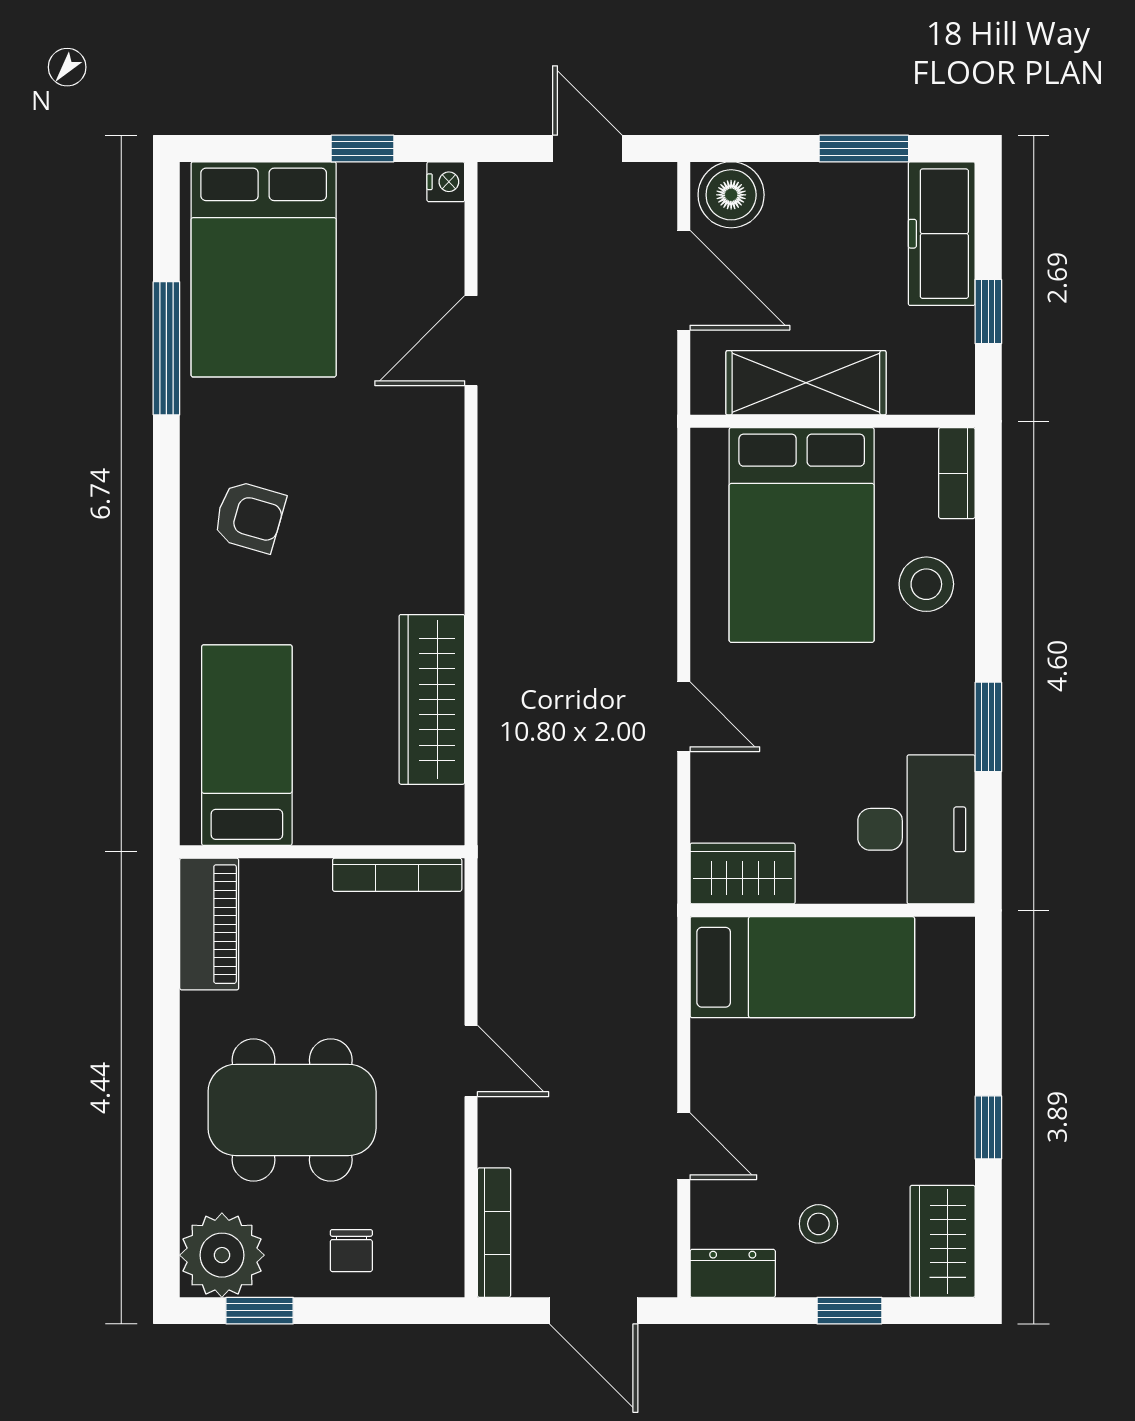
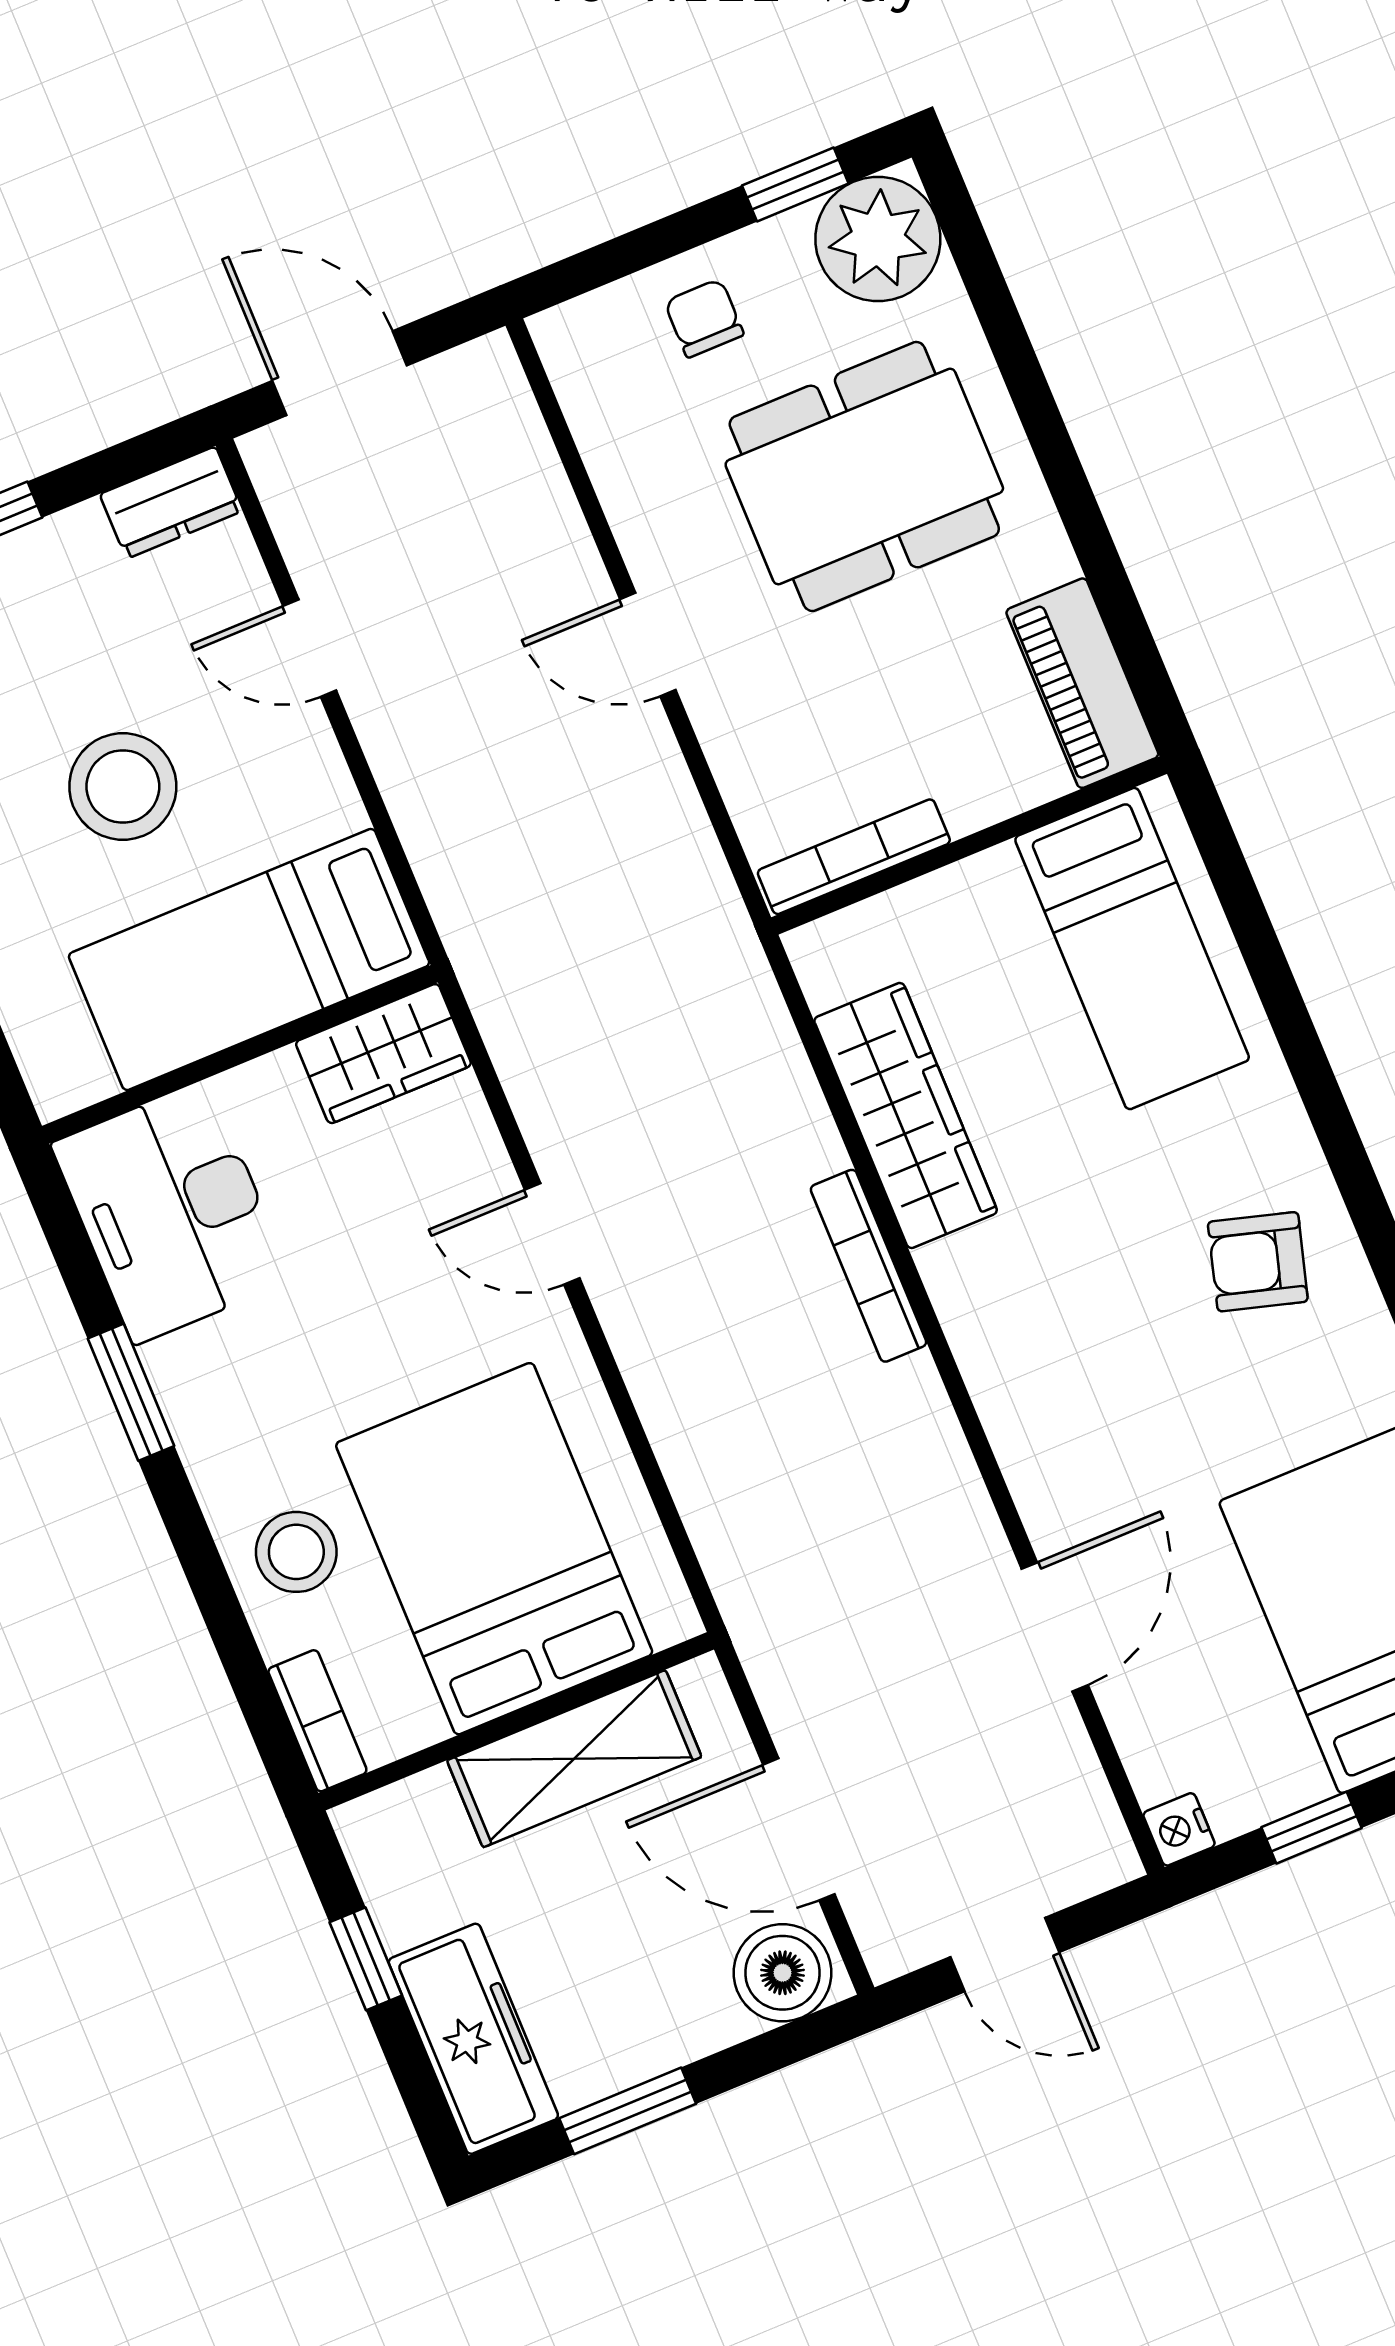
stool: (818, 1224) -> (123, 787), moved, width x1.89, depth x1.89
bookcase: (494, 1233) -> (869, 1266), moved

